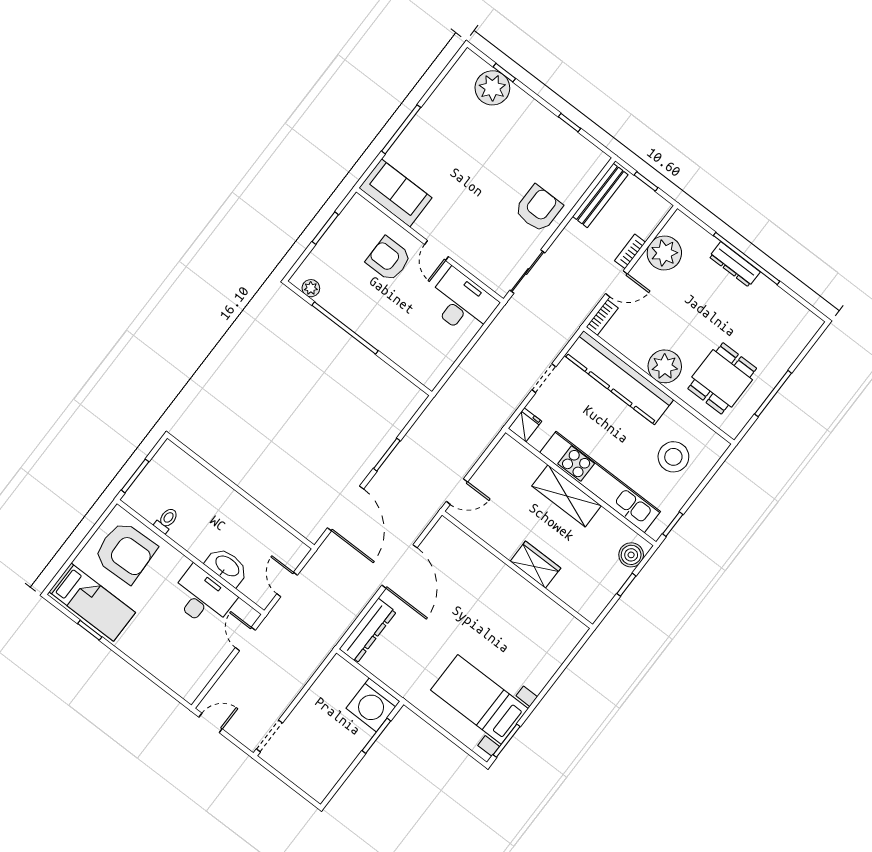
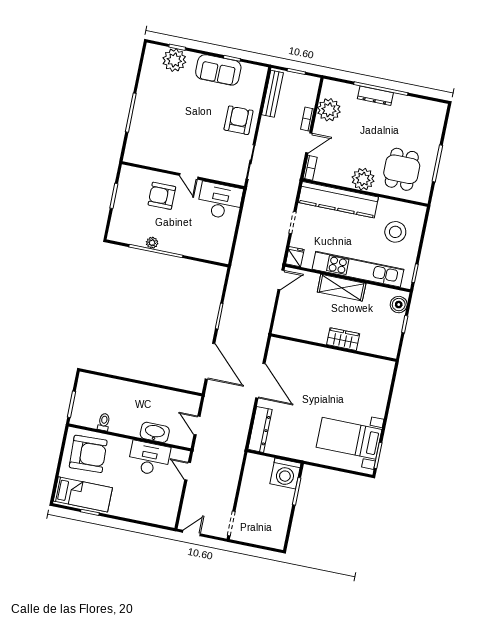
sofa: (395, 193) -> (218, 70), moved, turned 180
plant: (311, 288) -> (152, 243), moved
door: (457, 492) -> (281, 280), moved

